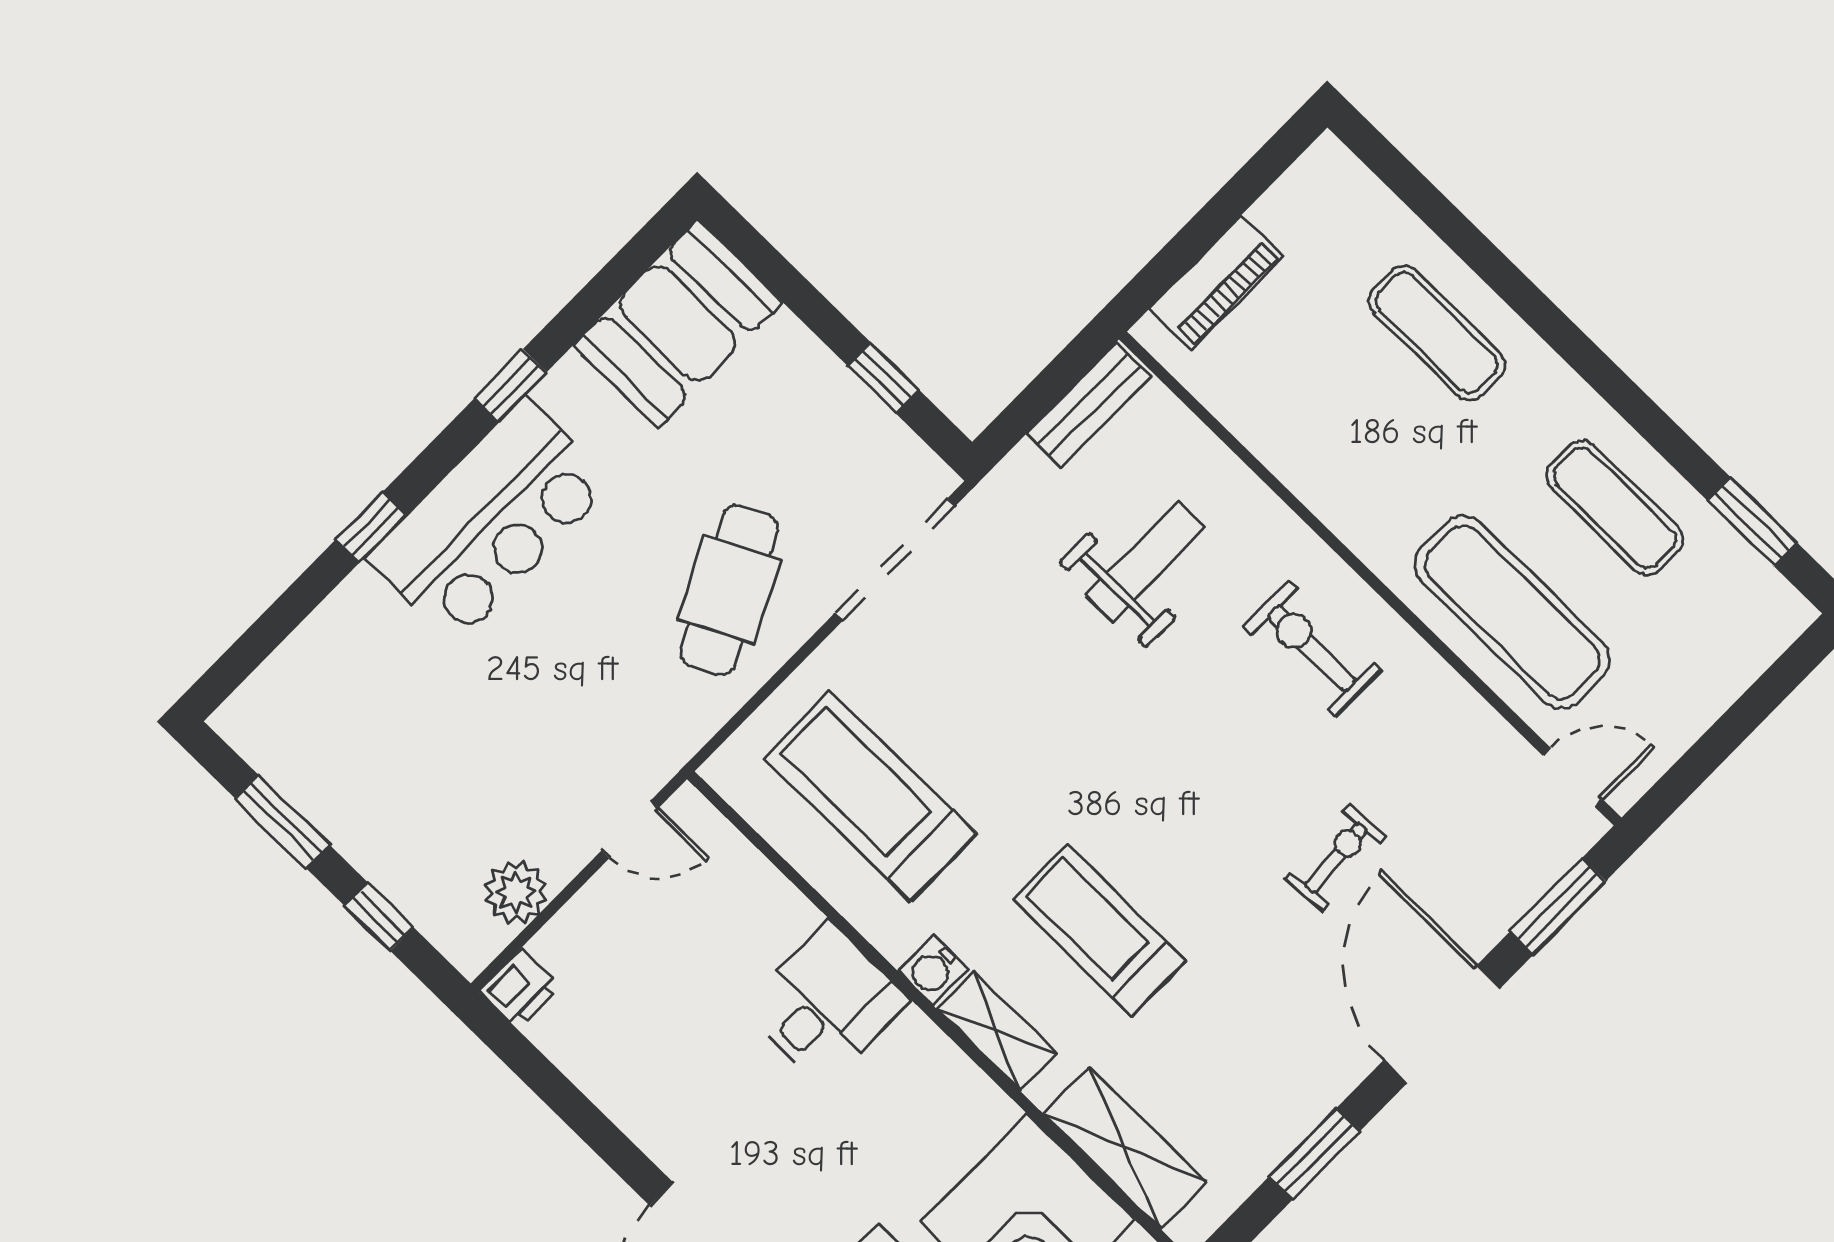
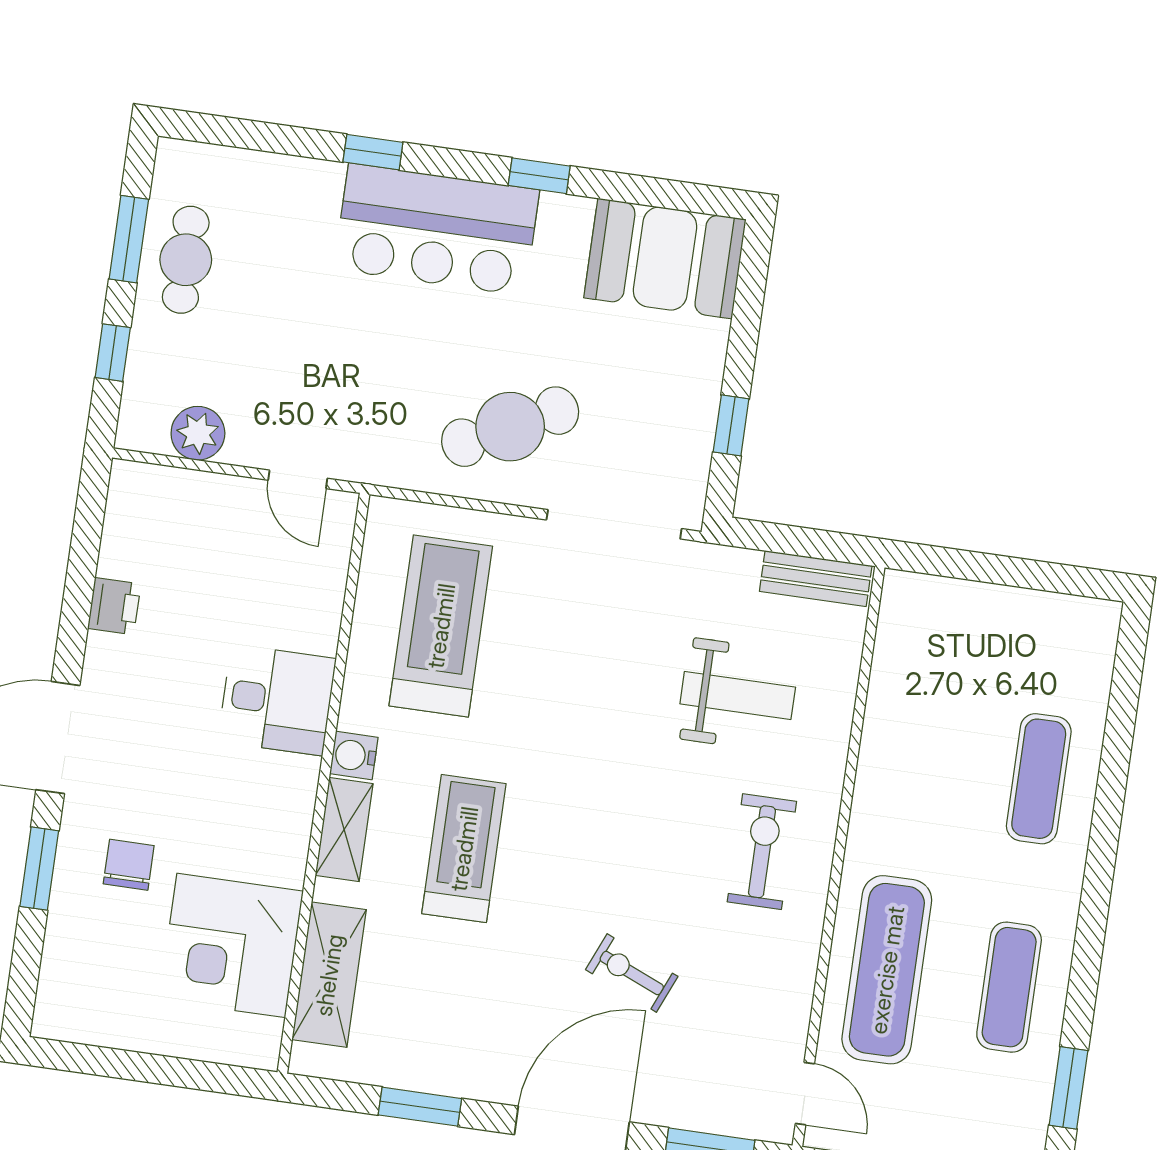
piano: (1216, 283) -> (962, 604), removed
cafe table: (342, 782) -> (186, 260), added
exercise bike: (1336, 858) -> (632, 973), turned -153
printer: (520, 989) -> (114, 606), moved, turned -90

